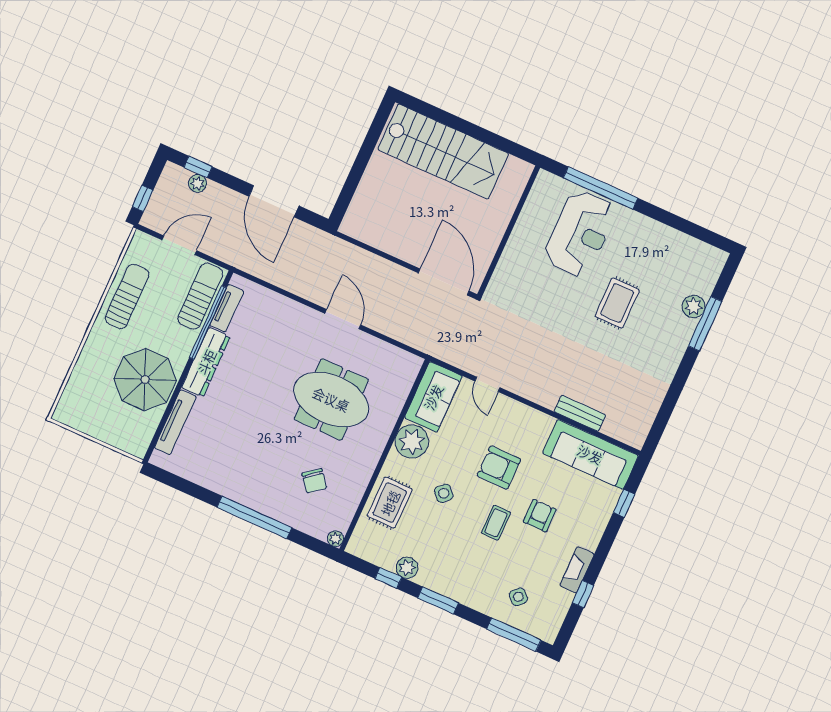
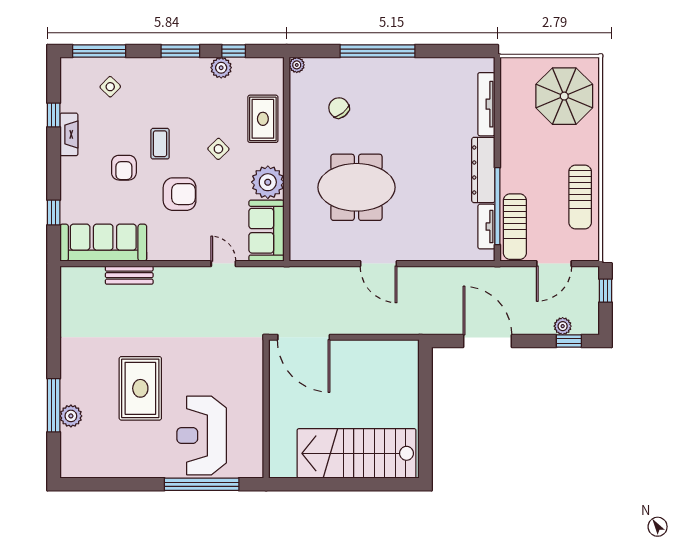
rug: (617, 303) -> (140, 388), width x1.36, depth x1.43
parasol: (145, 380) -> (564, 96), moved

